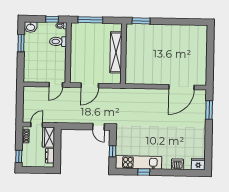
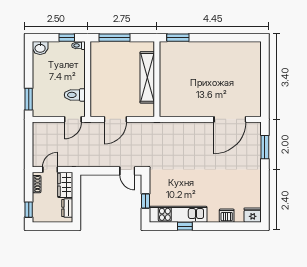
toilet: (58, 41) -> (75, 95), moved
window: (21, 43) -> (29, 99), moved

